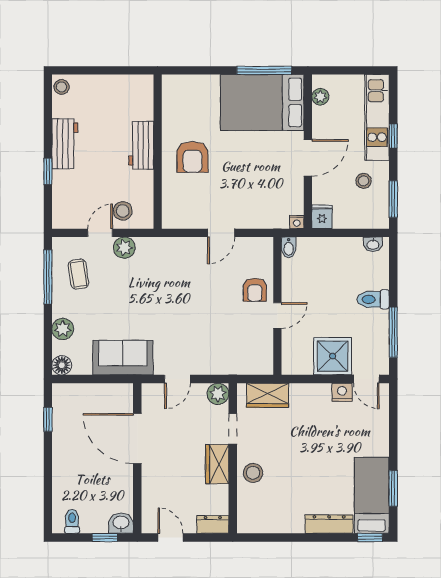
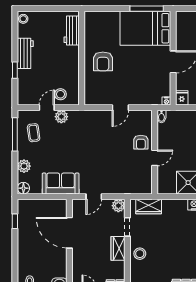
plant: (320, 97) -> (181, 25), removed
workbench: (141, 145) -> (72, 30), moved

